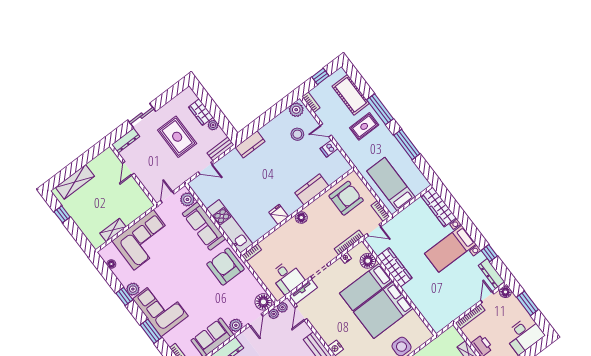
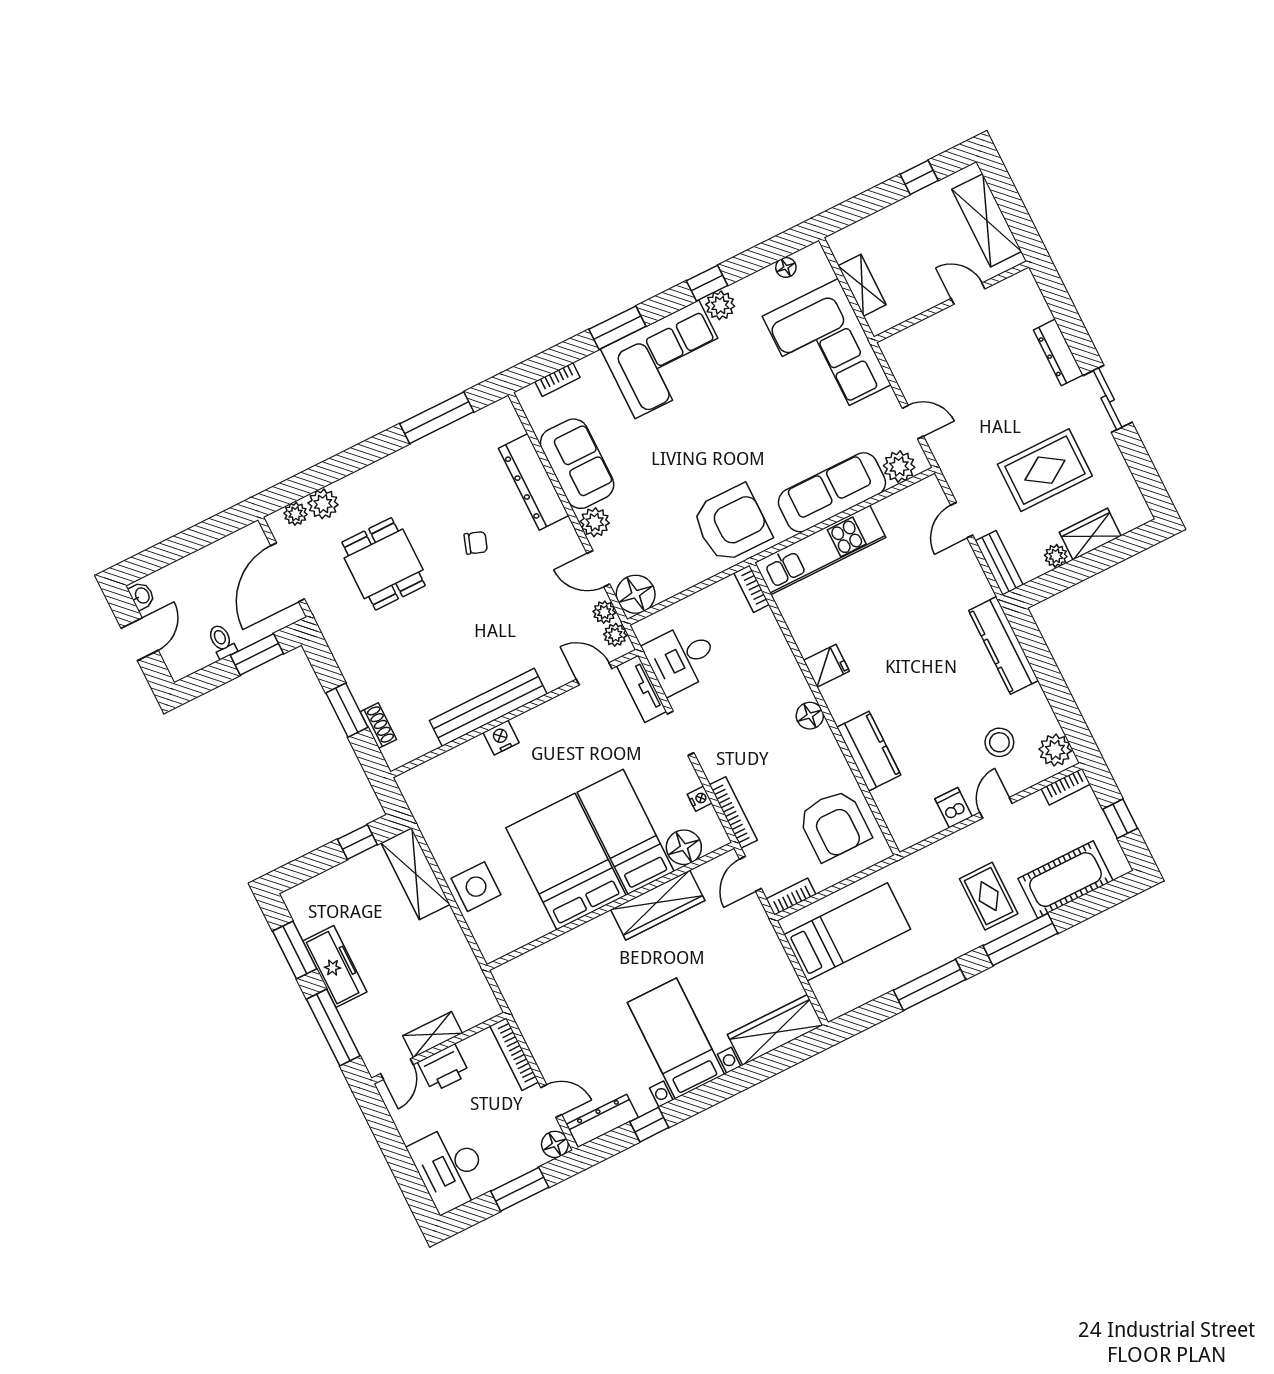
kitchen counter: (250, 144) -> (1004, 645), width x1.50
door: (128, 168) -> (968, 294), moved
wall: (133, 175) -> (951, 302), moved

